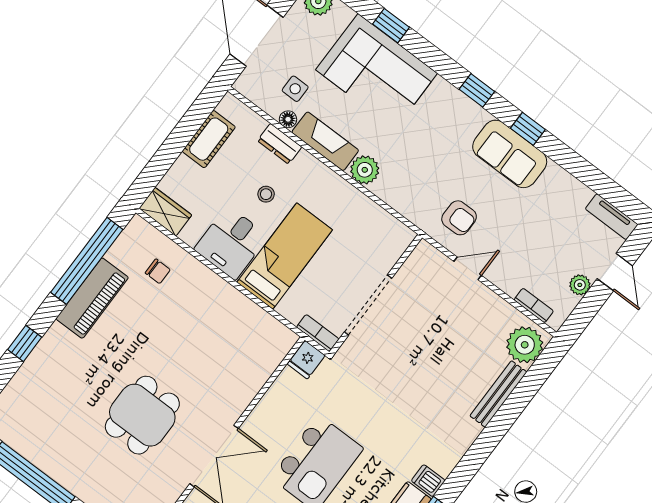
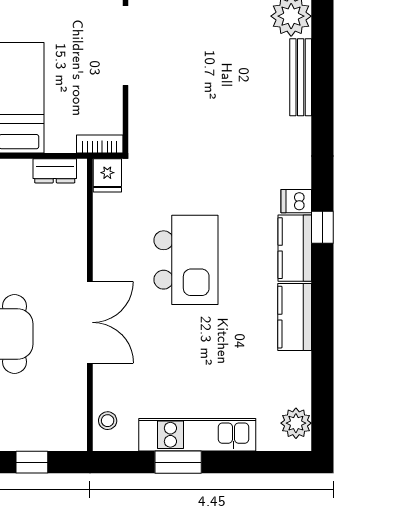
doorway: (368, 305) -> (125, 46), moved
dresser: (271, 328) -> (55, 171), added

